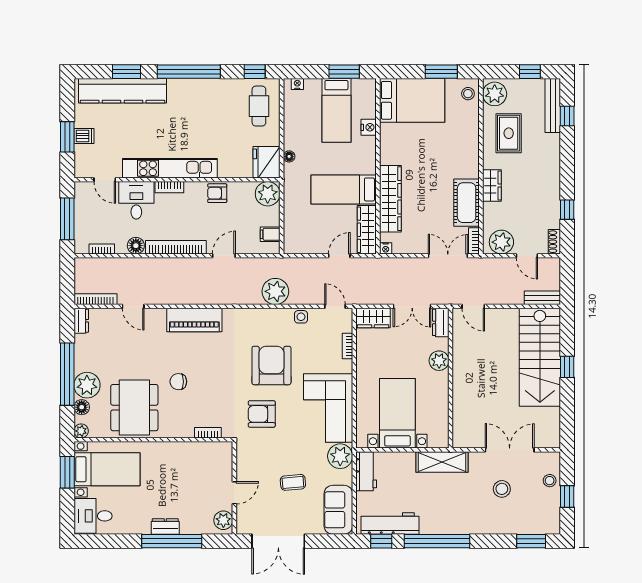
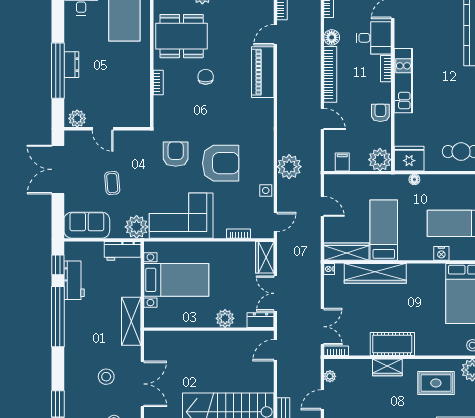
kitchen unit: (170, 168) -> (403, 81), width x0.73
cot: (467, 203) -> (392, 344), moved
plant: (501, 242) -> (330, 376), width x0.53, depth x0.53
door: (339, 256) -> (322, 206), moved
piano: (194, 320) -> (263, 72), moved
bookcase: (208, 433) -> (158, 82), moved
workbench: (390, 523) -> (74, 280), width x0.73

